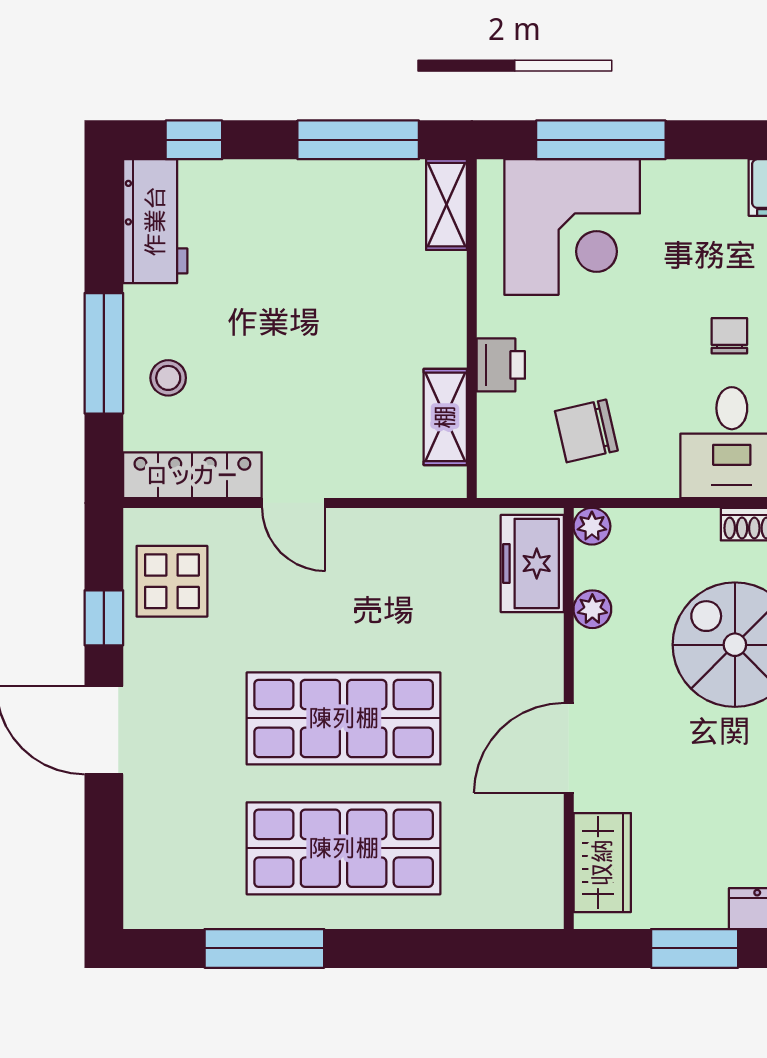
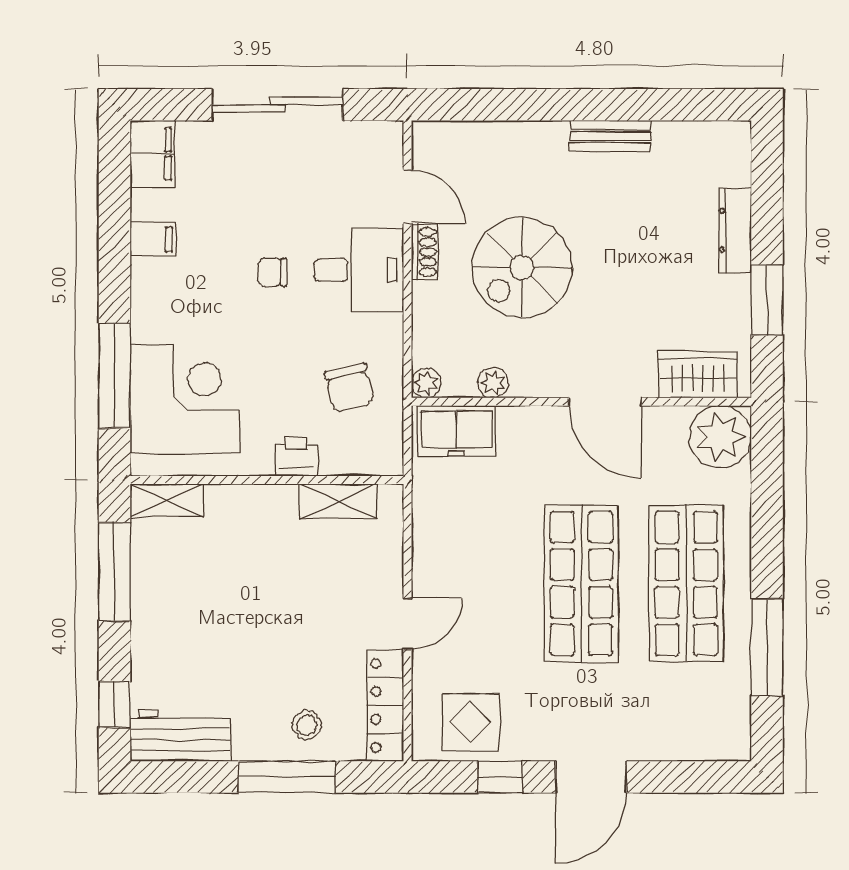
plant: (525, 890) -> (720, 437), added

